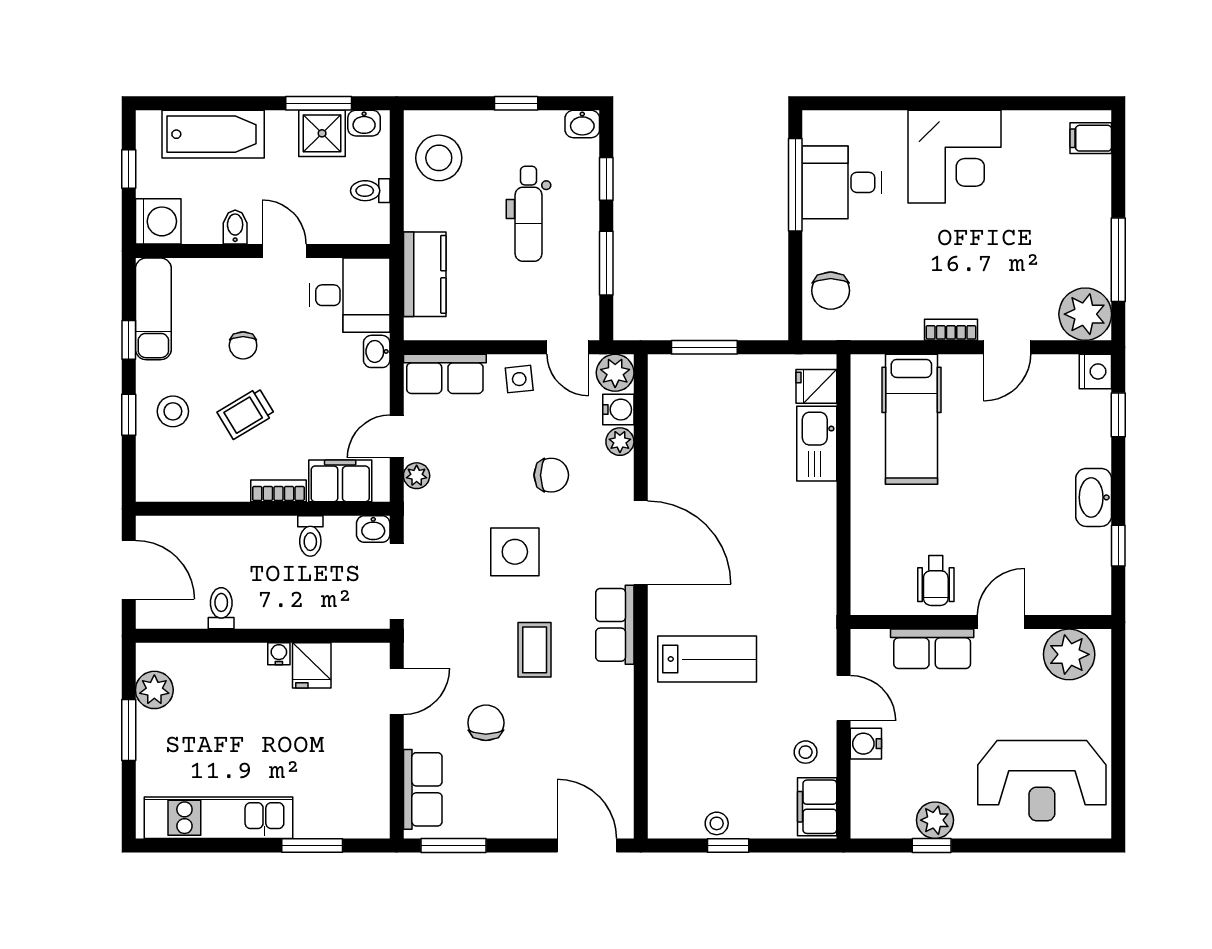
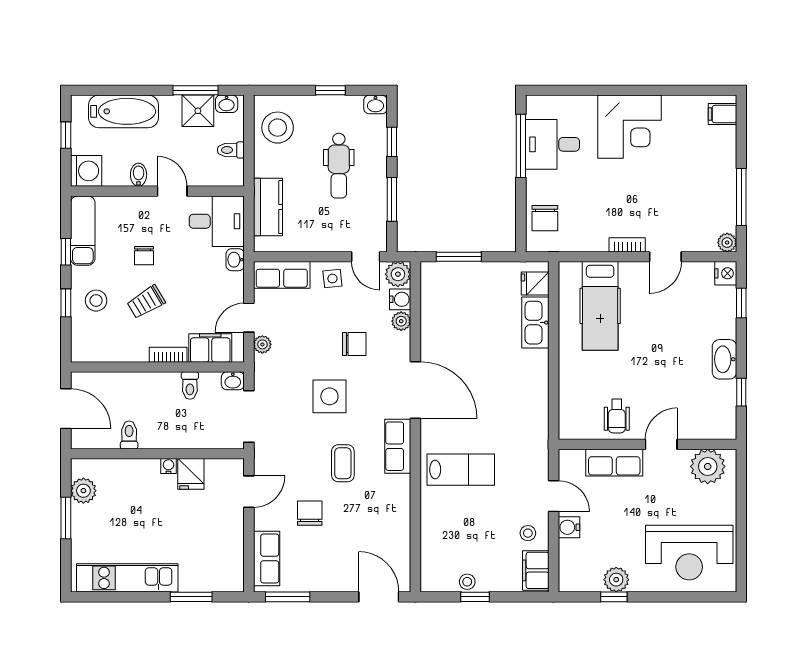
plant: (1085, 314) -> (727, 243), width x0.53, depth x0.53

